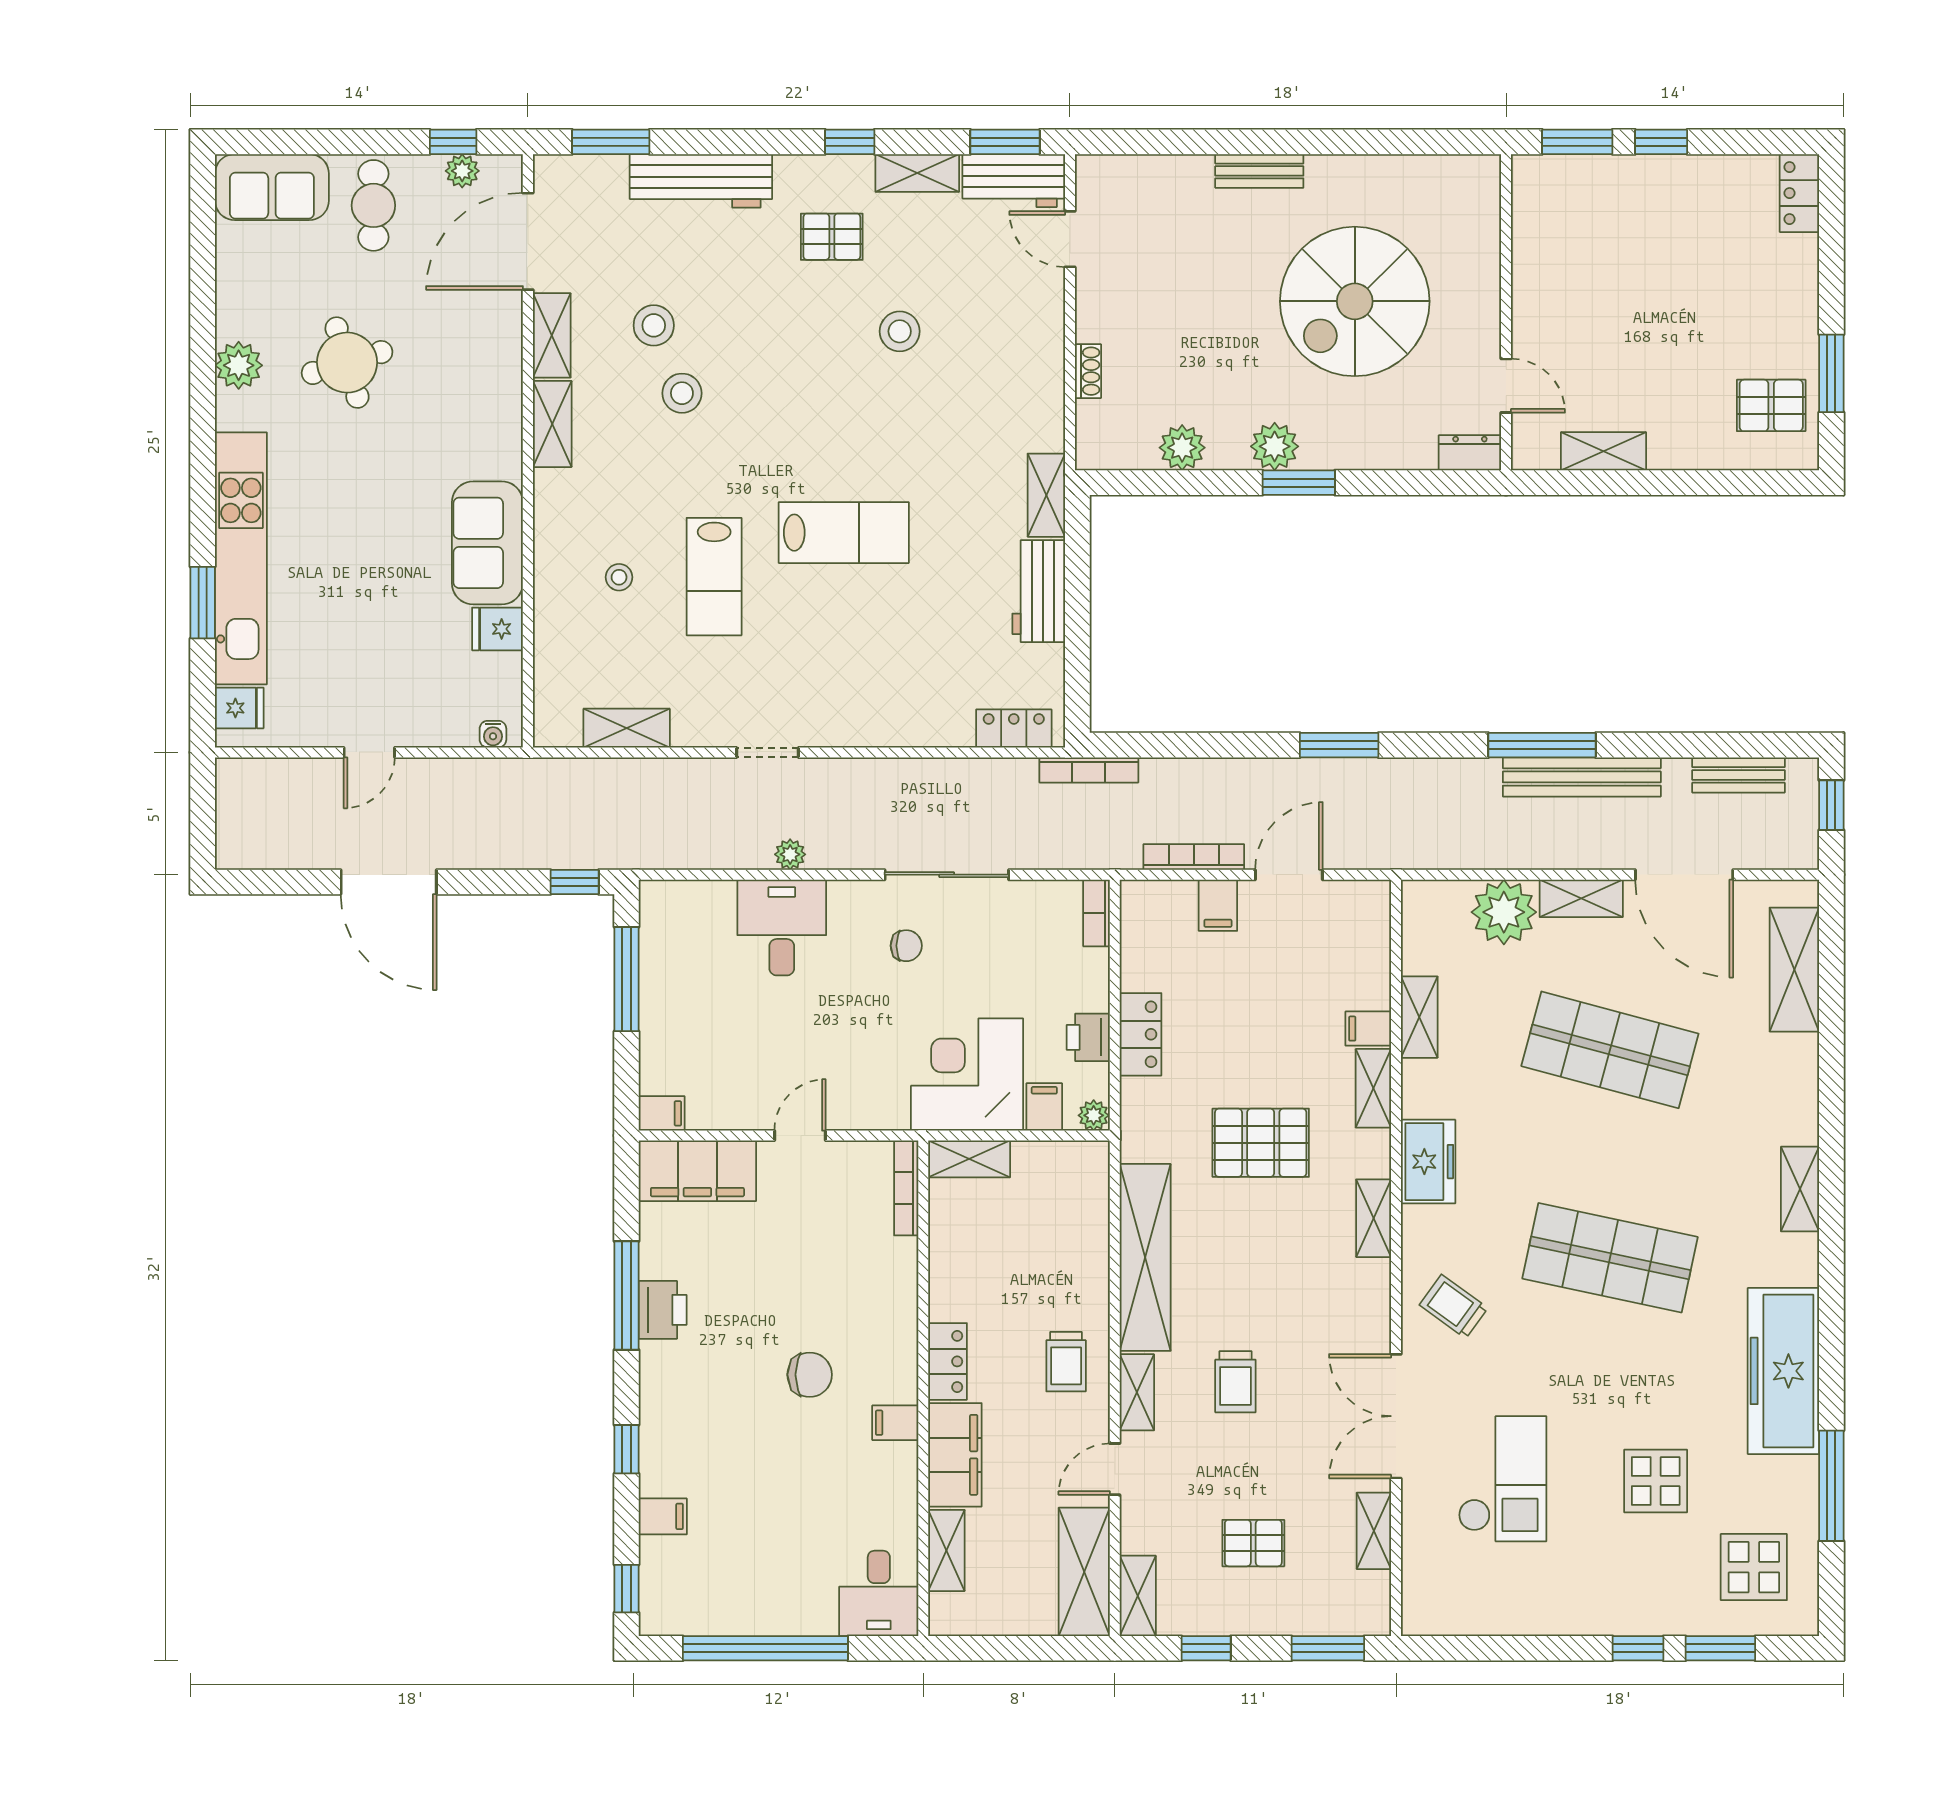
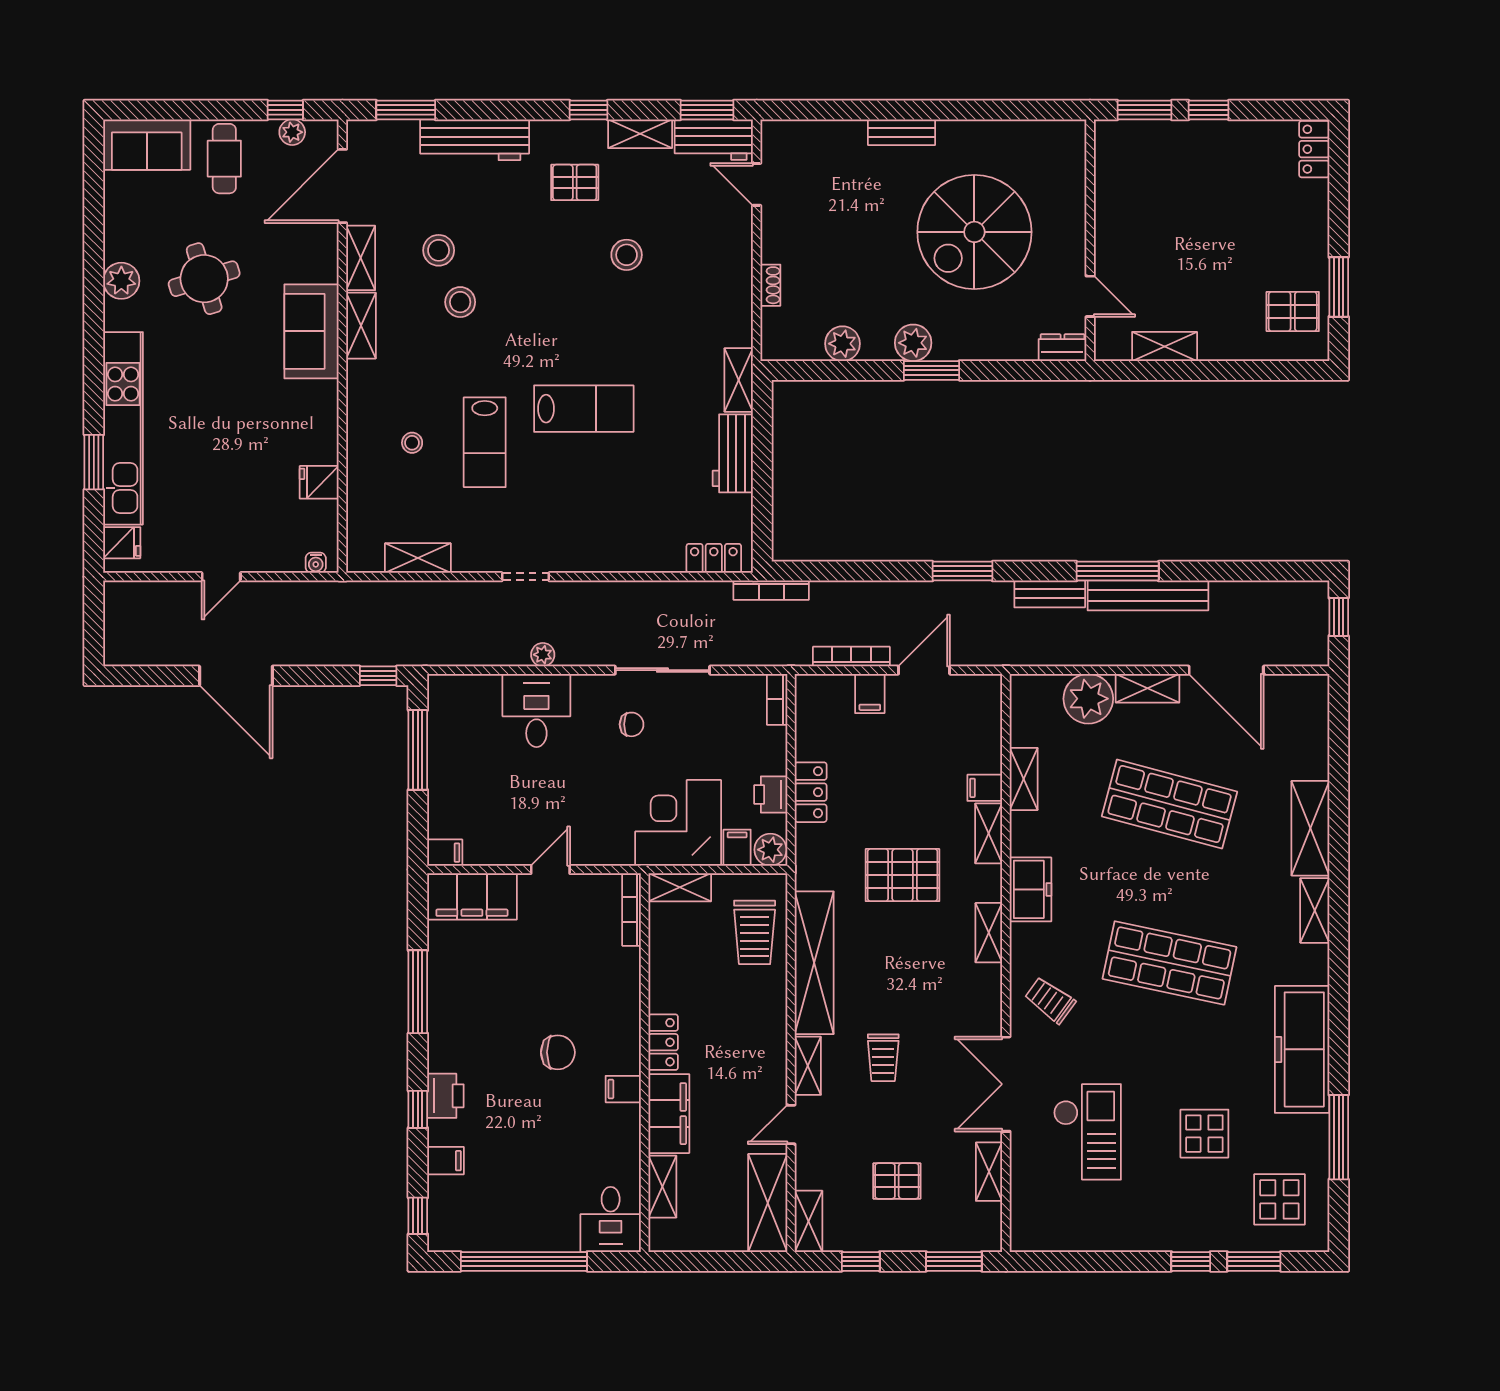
sofa: (487, 543) -> (311, 331), moved
bench: (1739, 775) -> (1050, 594), moved
shelving: (1794, 970) -> (1310, 828), moved
plant: (1094, 1115) -> (770, 850), width x1.38, depth x1.38
printer: (663, 1310) -> (445, 1096), moved
trolley: (1066, 1362) -> (755, 932), moved, width x1.36, depth x1.39

